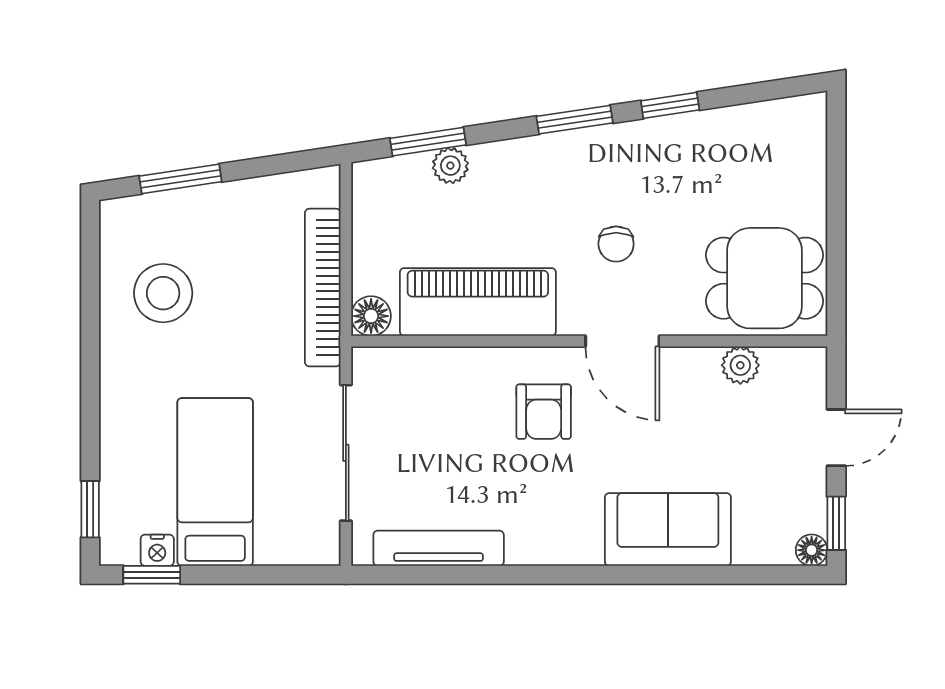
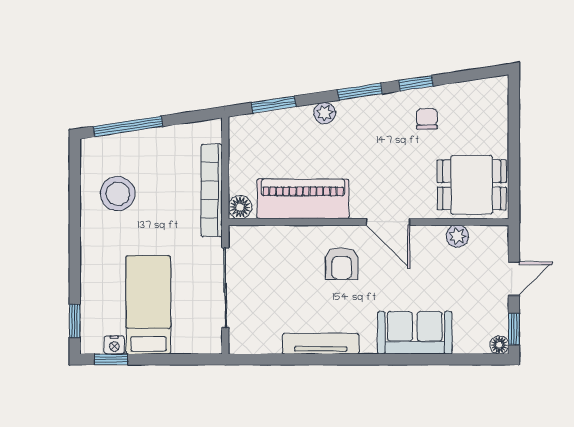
plant: (450, 166) -> (325, 113), moved
window: (180, 179) -> (128, 126), width x1.44
chair: (616, 244) -> (427, 119), moved, turned 180
tv unit: (439, 548) -> (321, 344), moved

